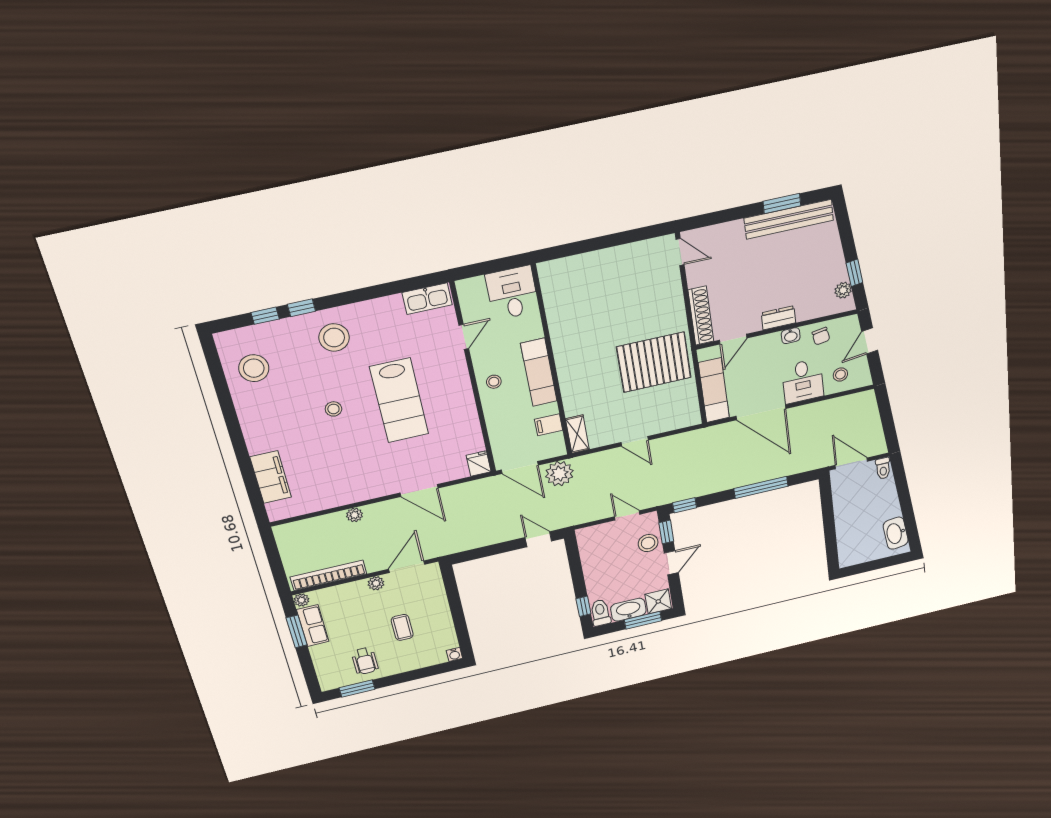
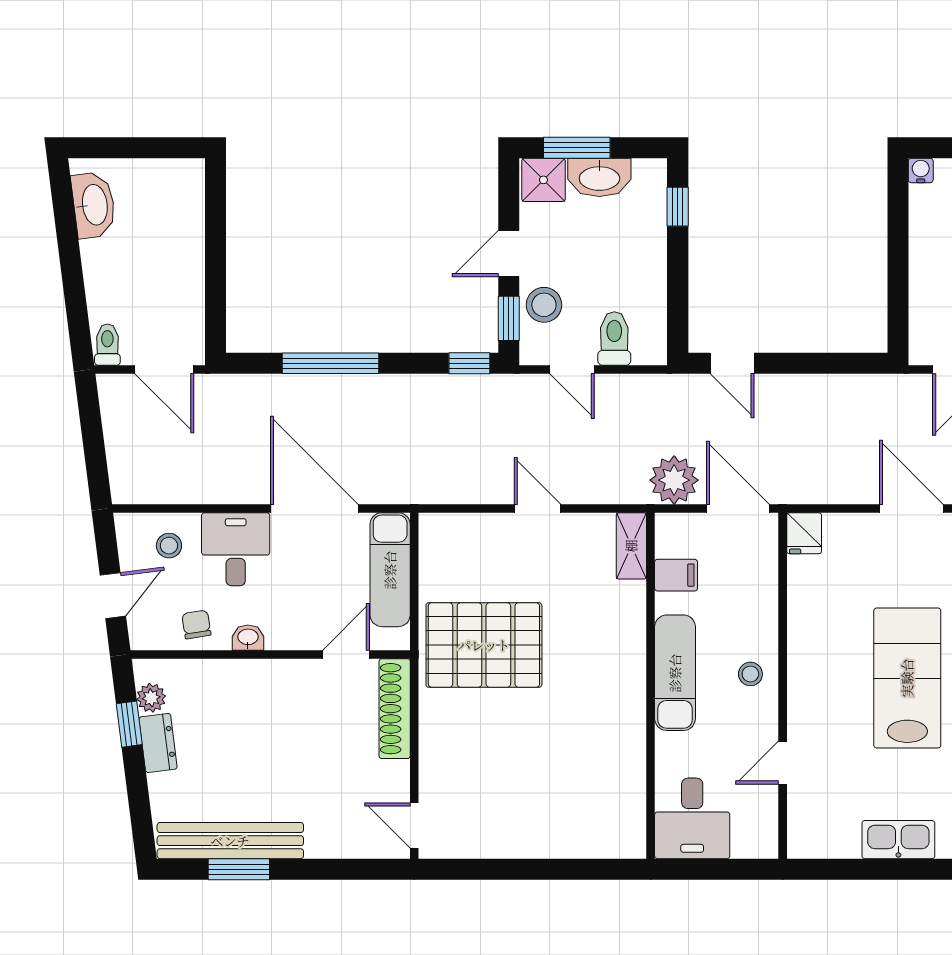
kitchen sink: (427, 299) -> (898, 840), moved
dresser: (778, 318) -> (158, 743), moved, turned -97
toilet: (600, 613) -> (614, 338), moved, turned 180

